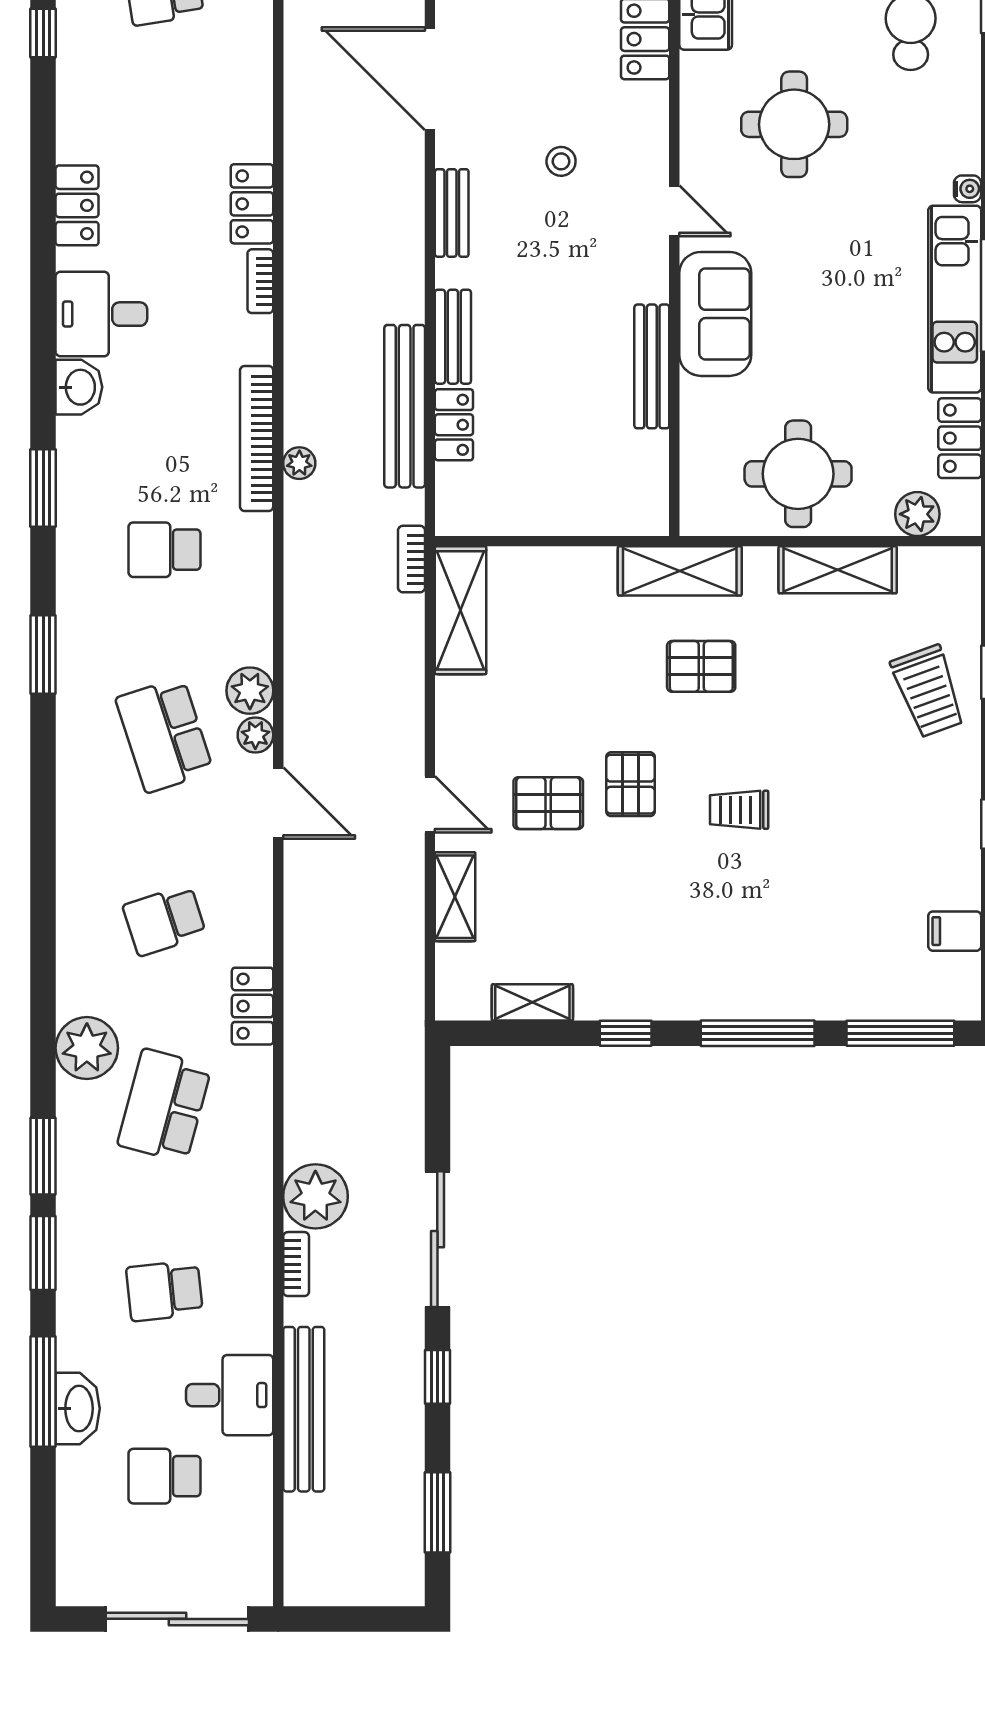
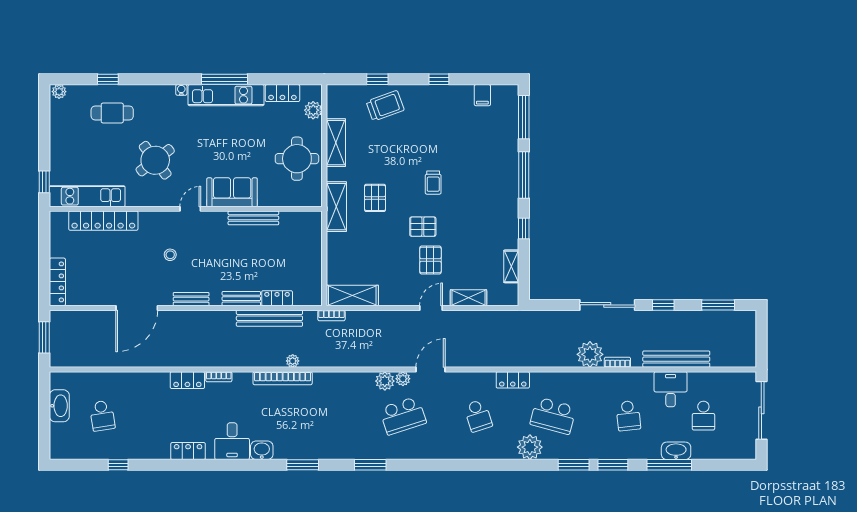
round table: (794, 124) -> (155, 160), turned -37
school desk: (164, 550) -> (328, 416), removed

